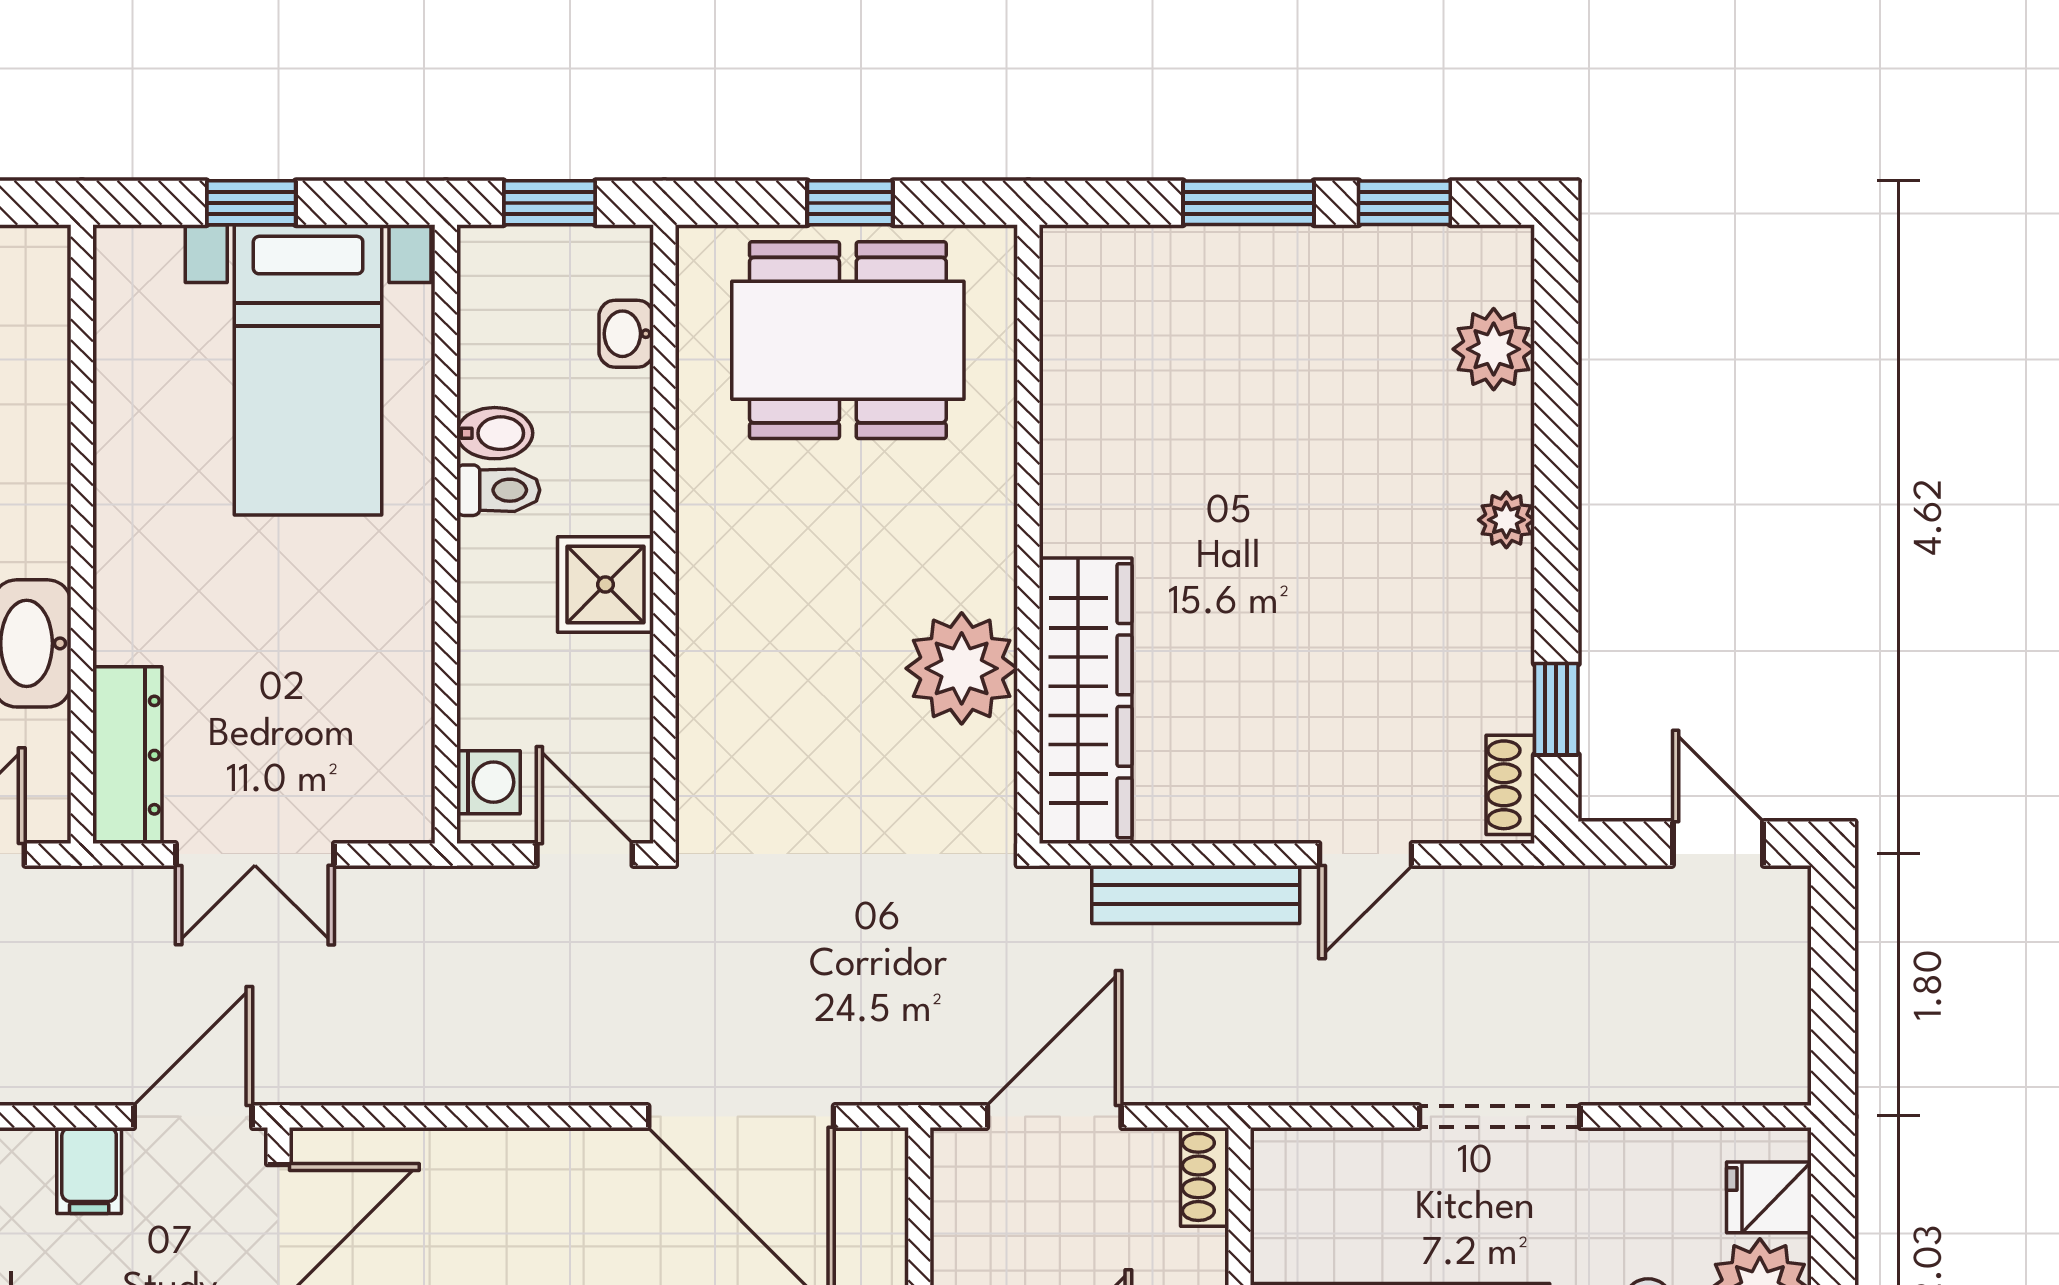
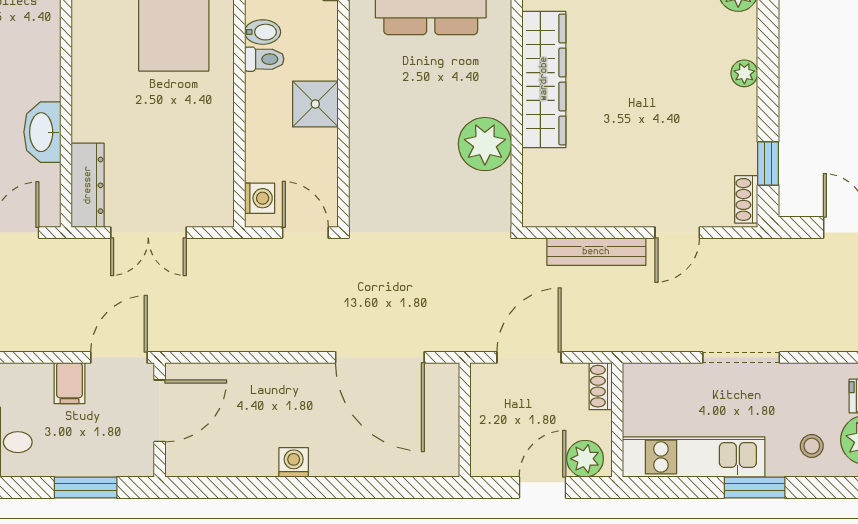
wardrobe: (1086, 701) -> (544, 79), moved

